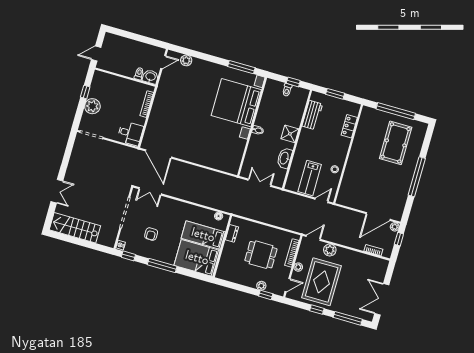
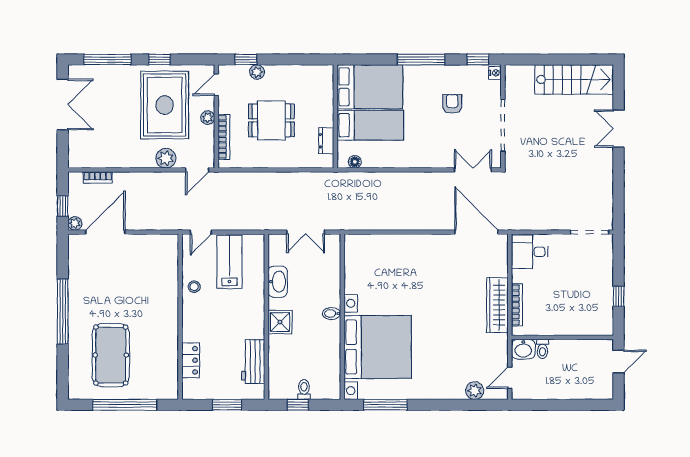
plant: (92, 106) -> (601, 277), removed
wardrobe: (158, 107) -> (497, 305), added

